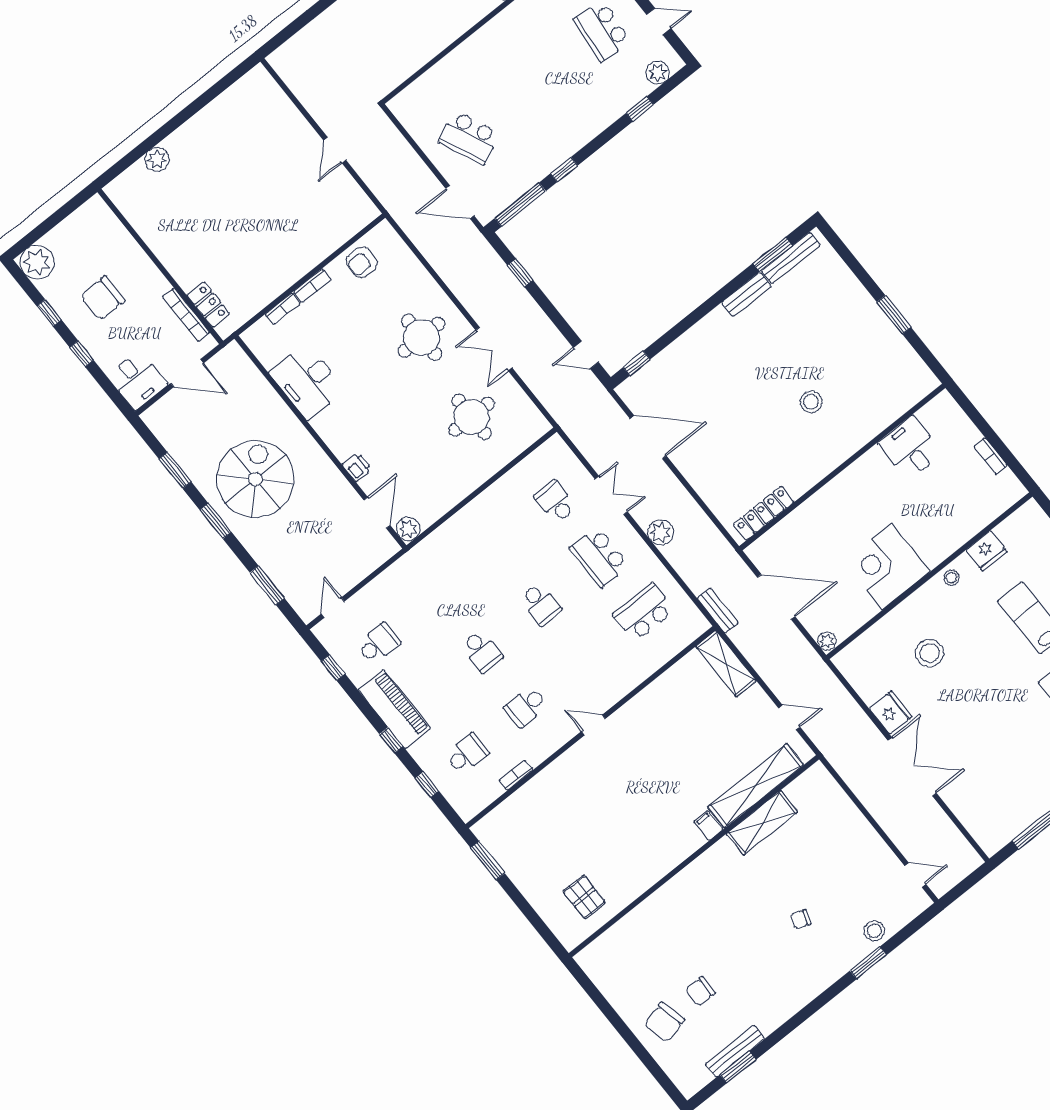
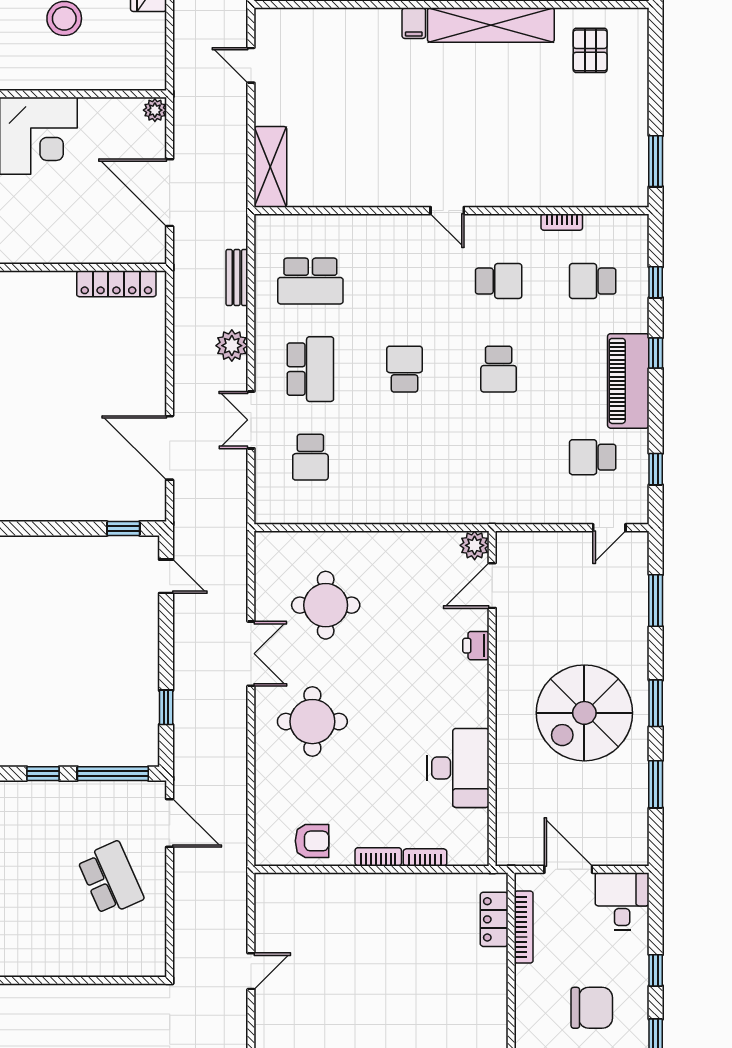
bench: (718, 610) -> (237, 277), moved
school desk: (482, 651) -> (499, 369), turned 180
shelving: (756, 786) -> (491, 25), moved

